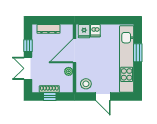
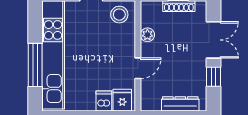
door: (75, 51) -> (138, 68), width x0.53
window: (138, 53) -> (35, 65), width x1.44

